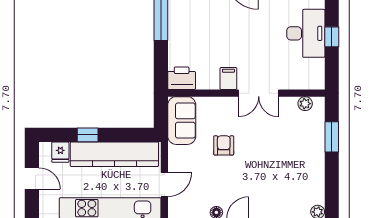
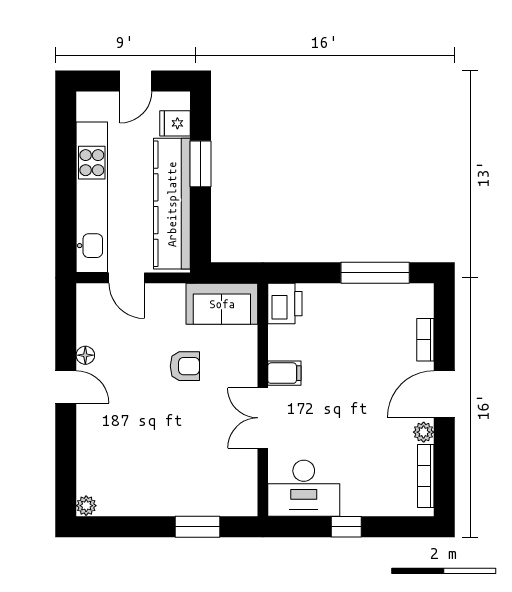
desk: (306, 33) -> (304, 488), moved
plant: (305, 104) -> (247, 487), removed
window: (88, 135) -> (201, 164), width x1.50

